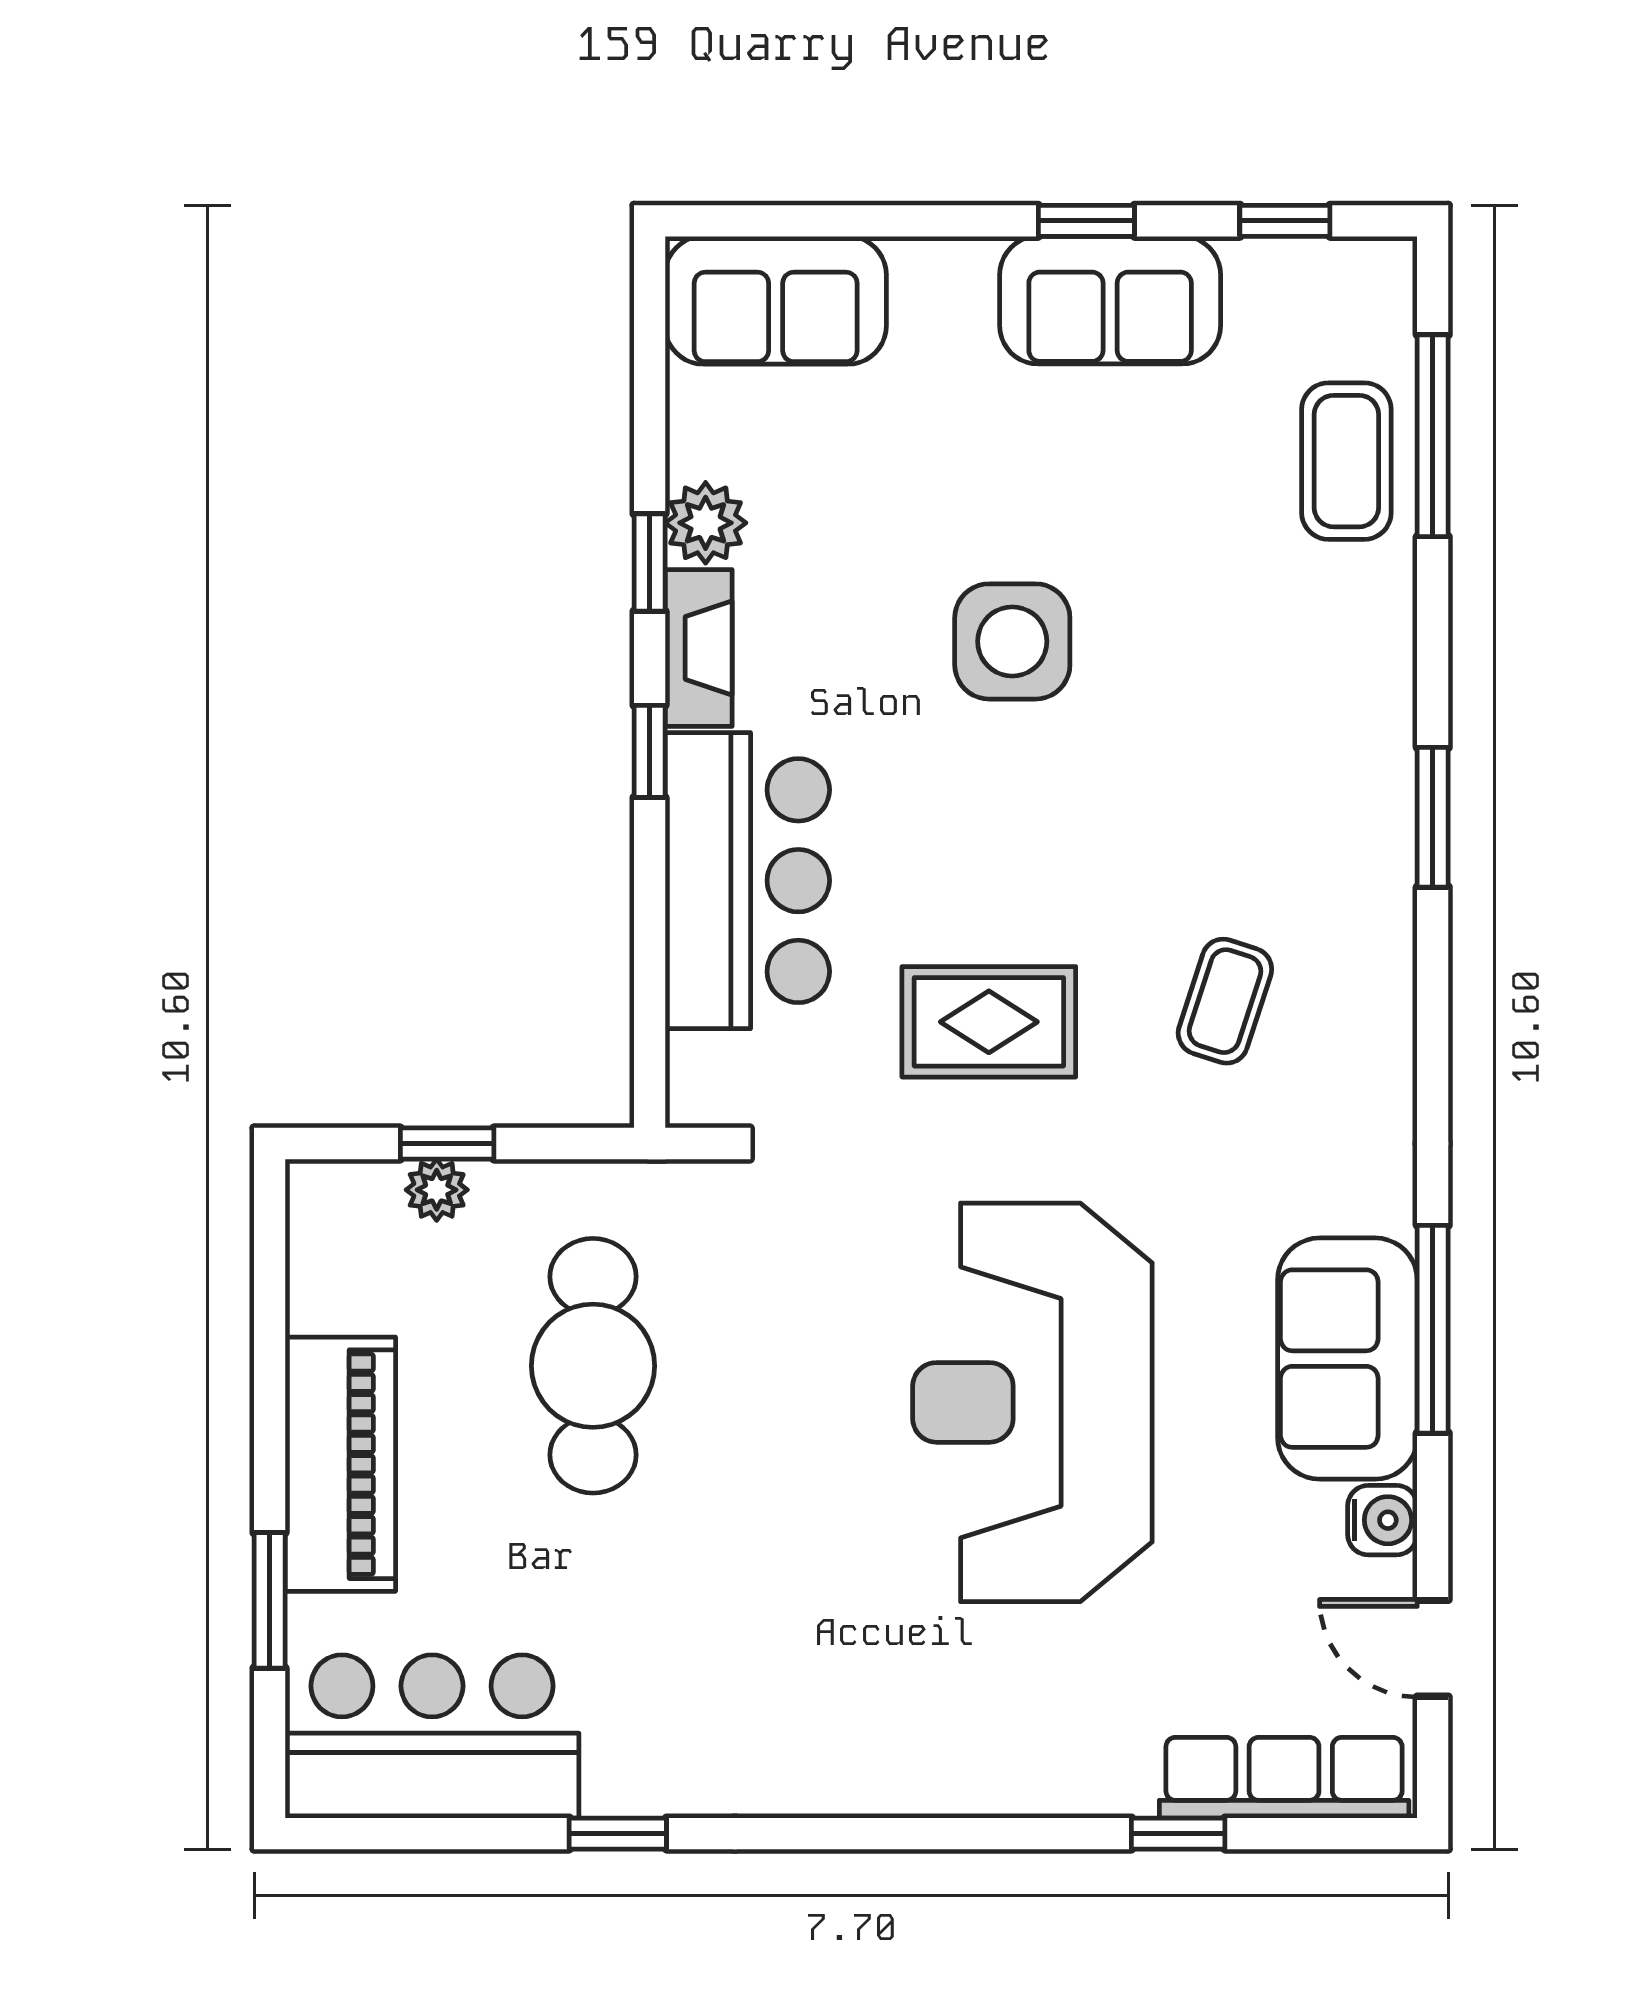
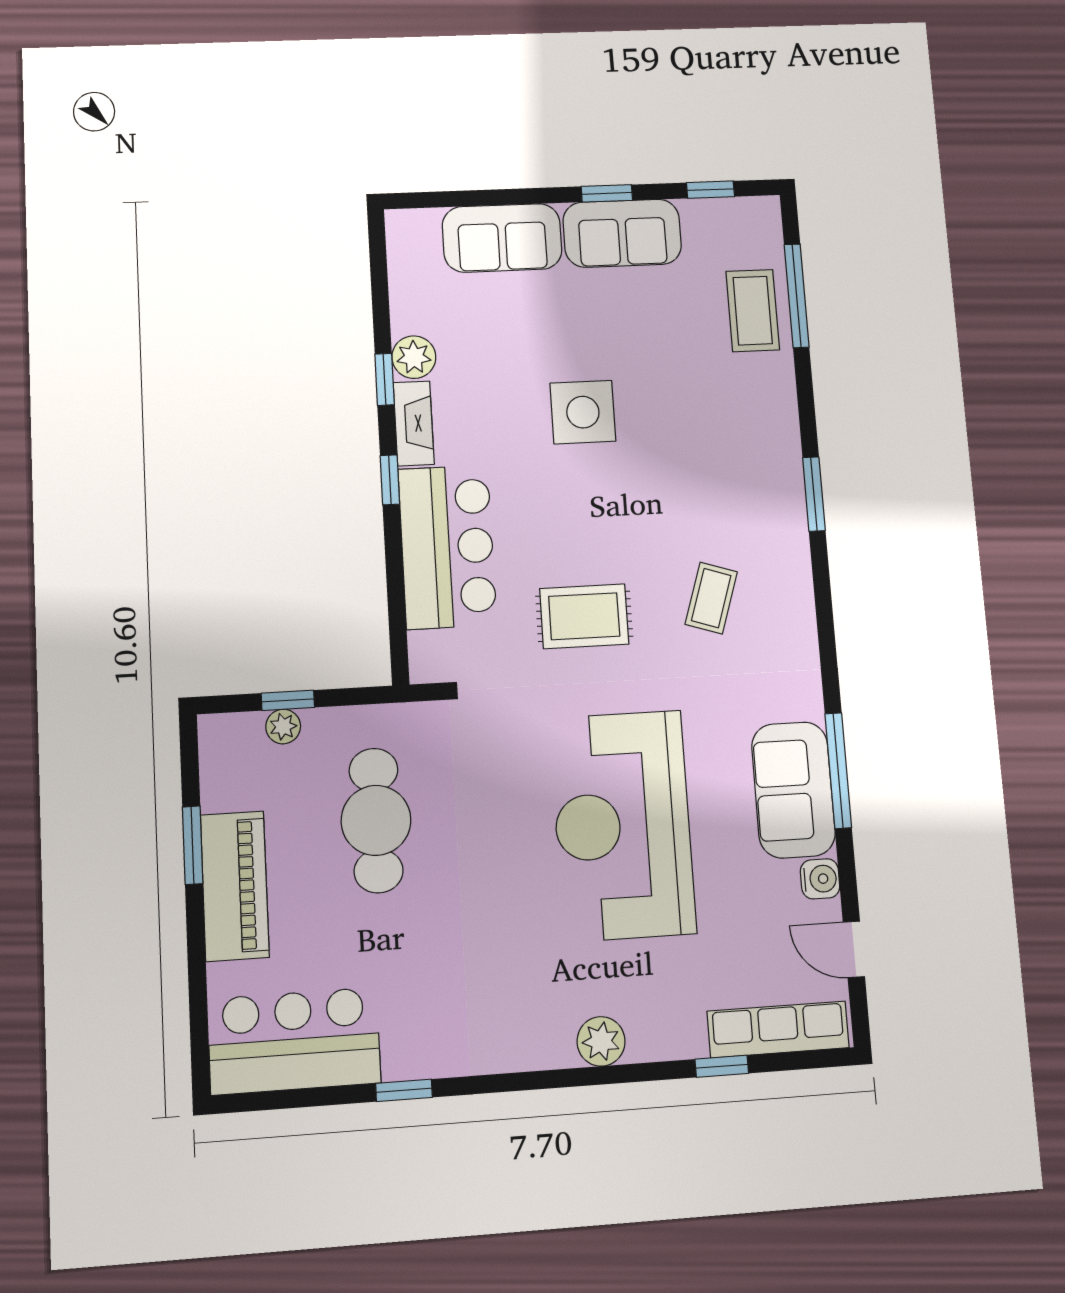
sofa: (776, 300) -> (502, 238), moved
window: (270, 1600) -> (193, 845), moved
plant: (967, 1776) -> (601, 1041), added

